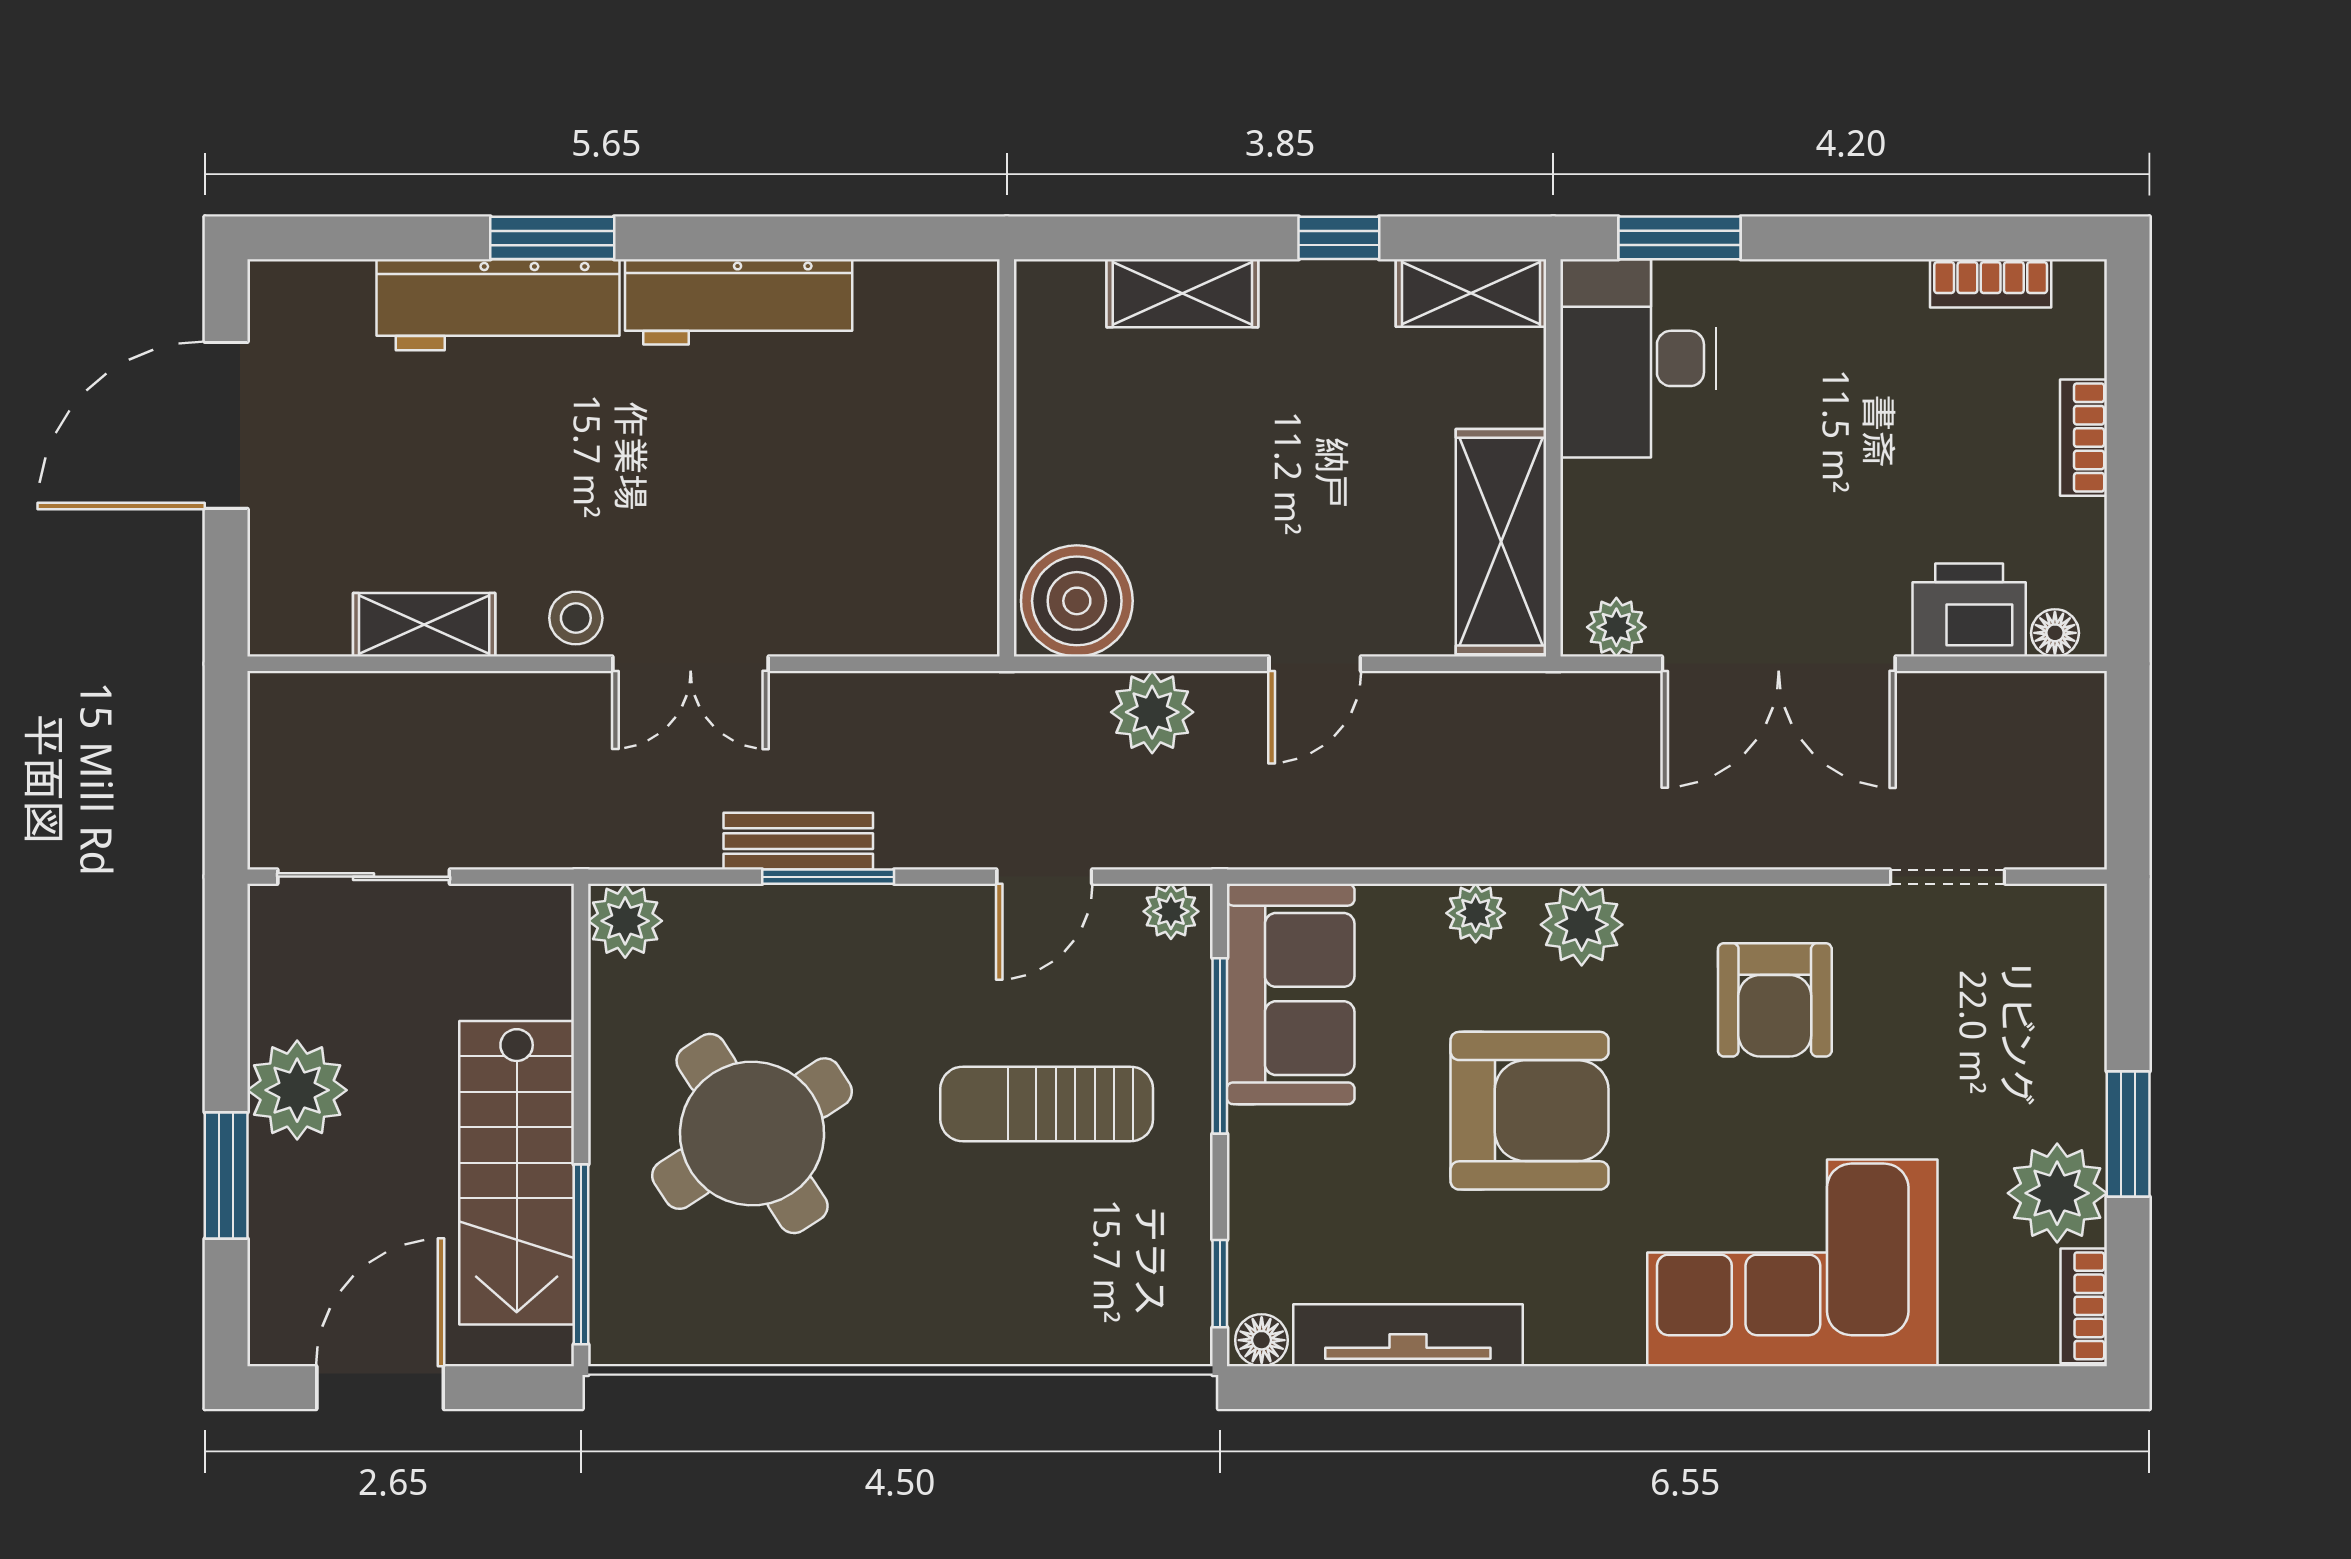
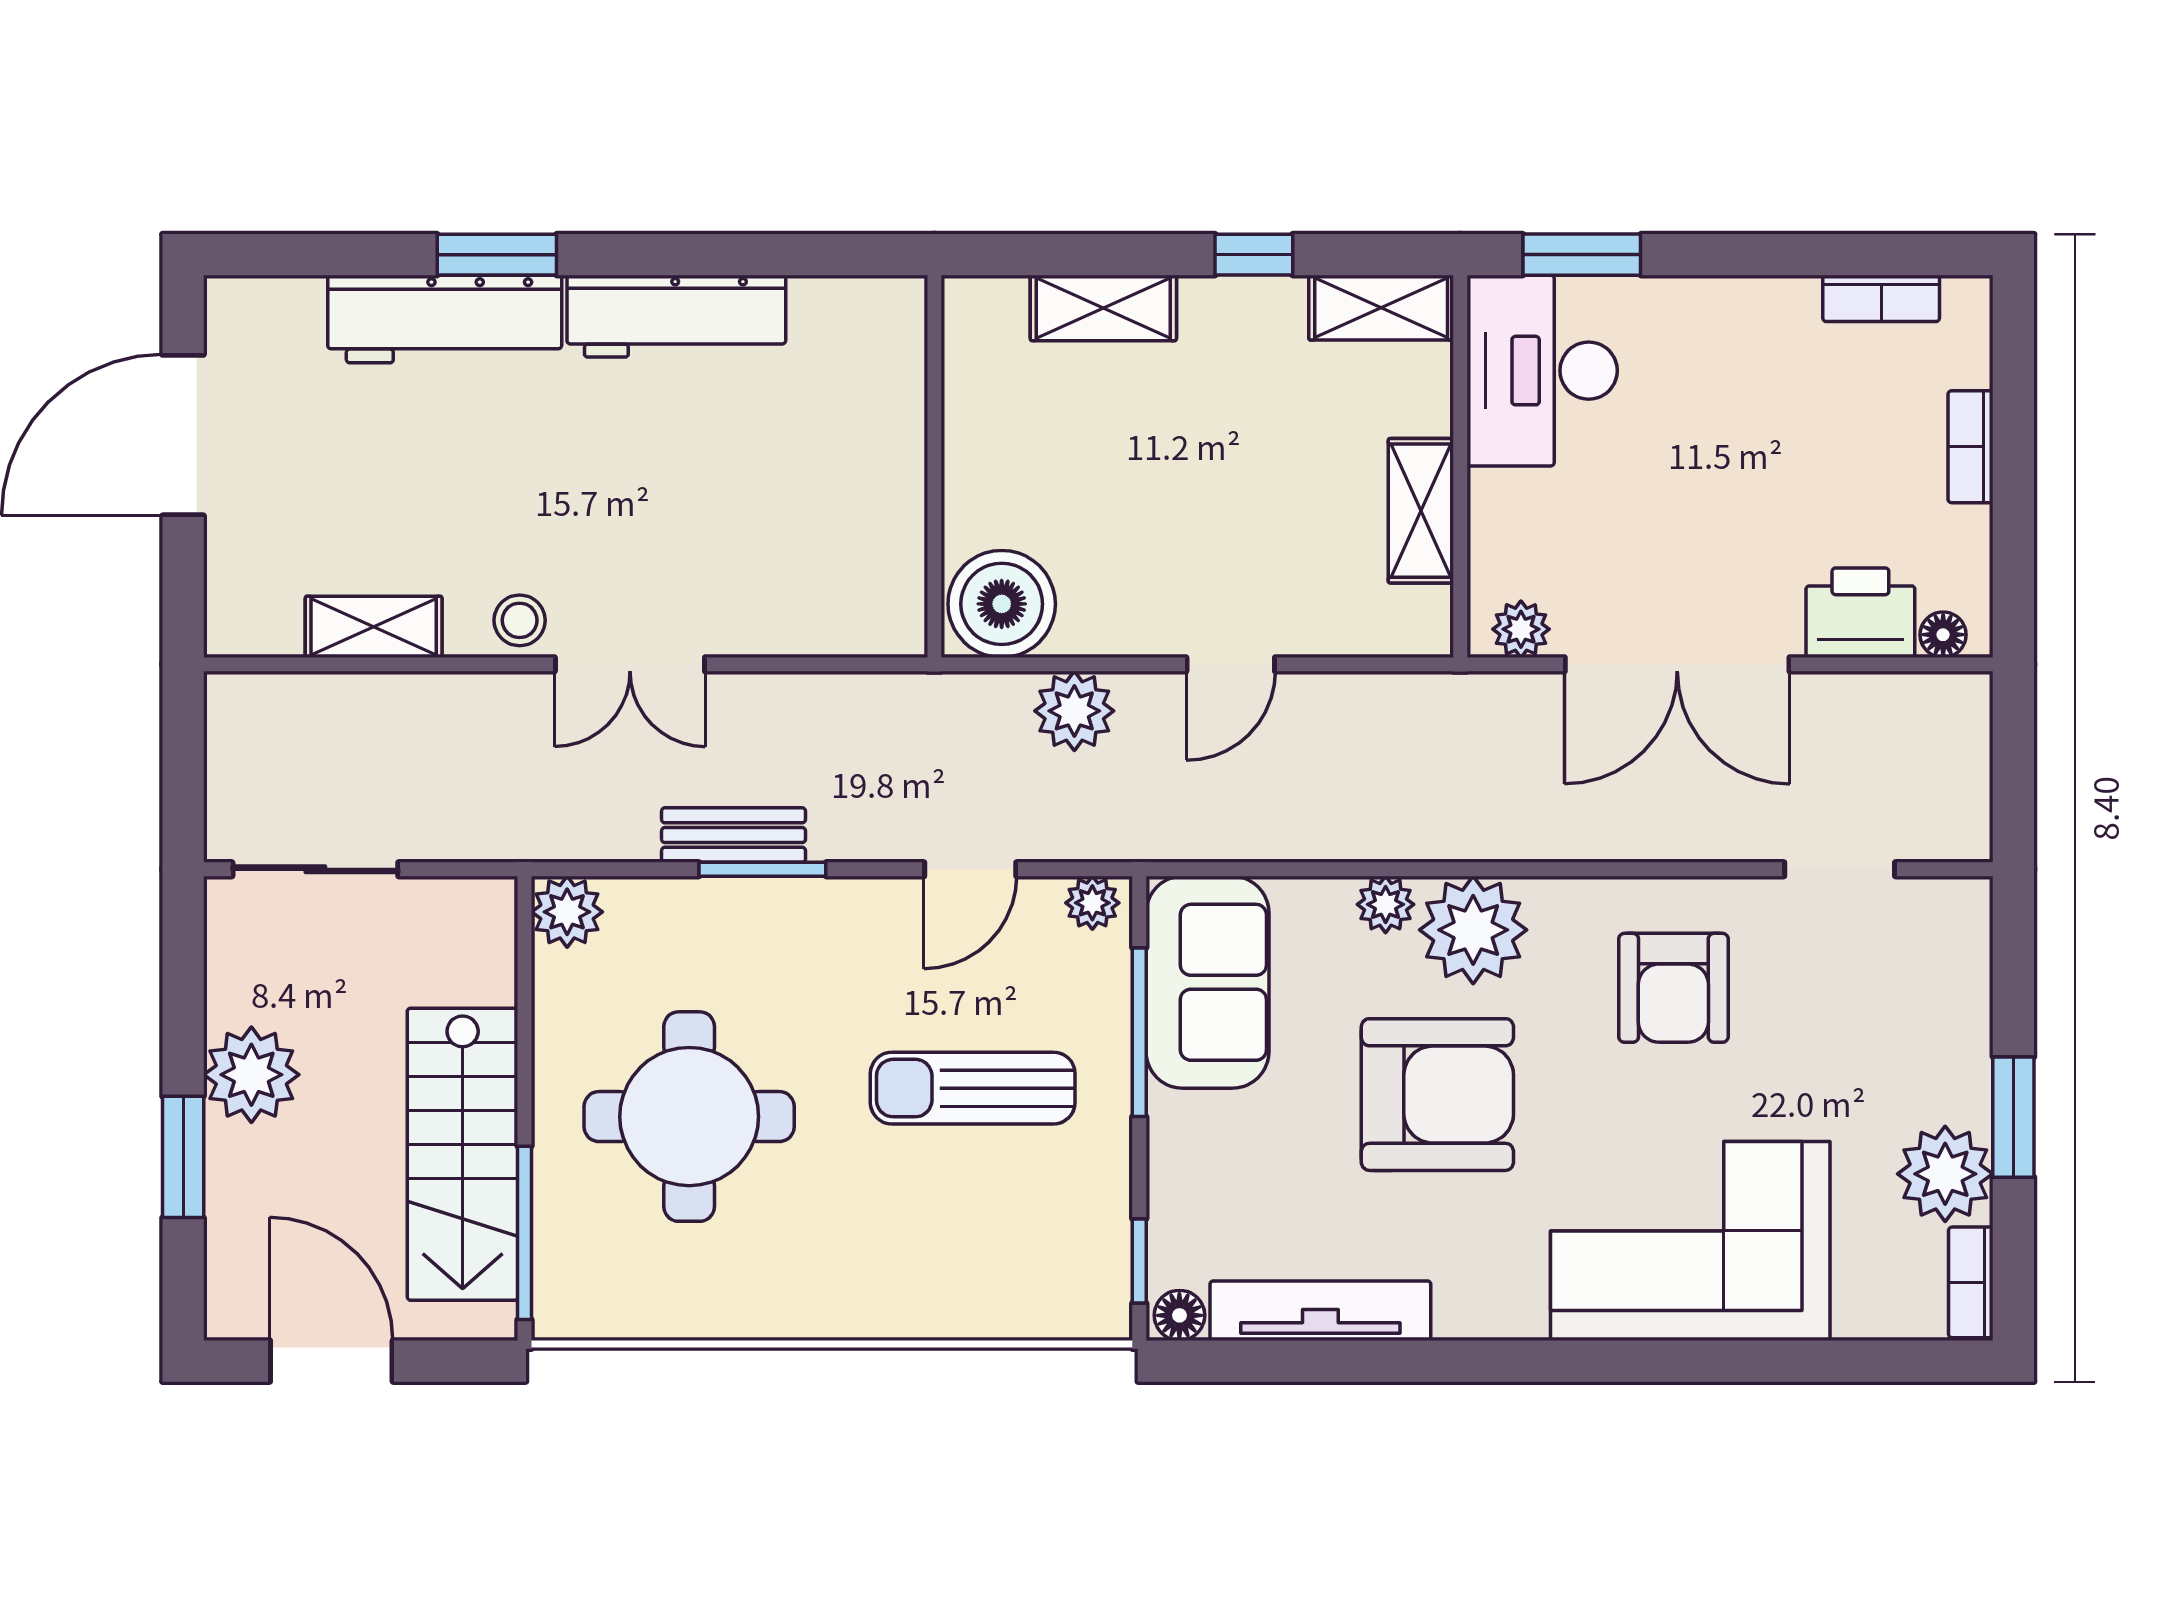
shelving: (1501, 542) -> (1421, 511), width x0.67, depth x0.75
plant: (1582, 925) -> (1473, 930), width x1.36, depth x1.36
round table: (752, 1134) -> (689, 1117), turned 33
door: (380, 1388) -> (331, 1361), hinge flipped

